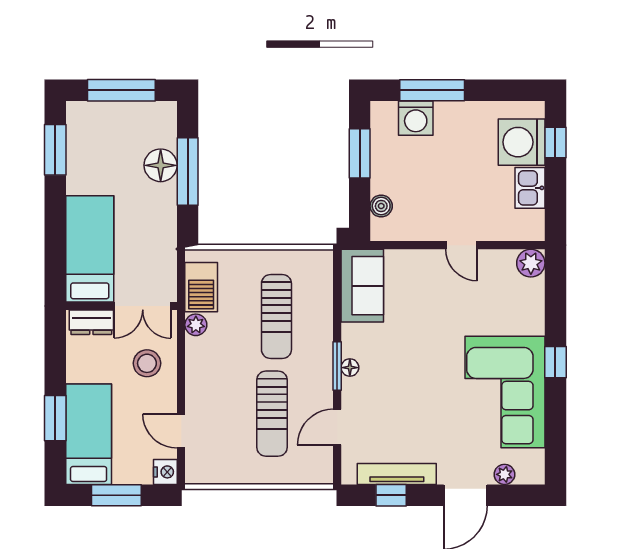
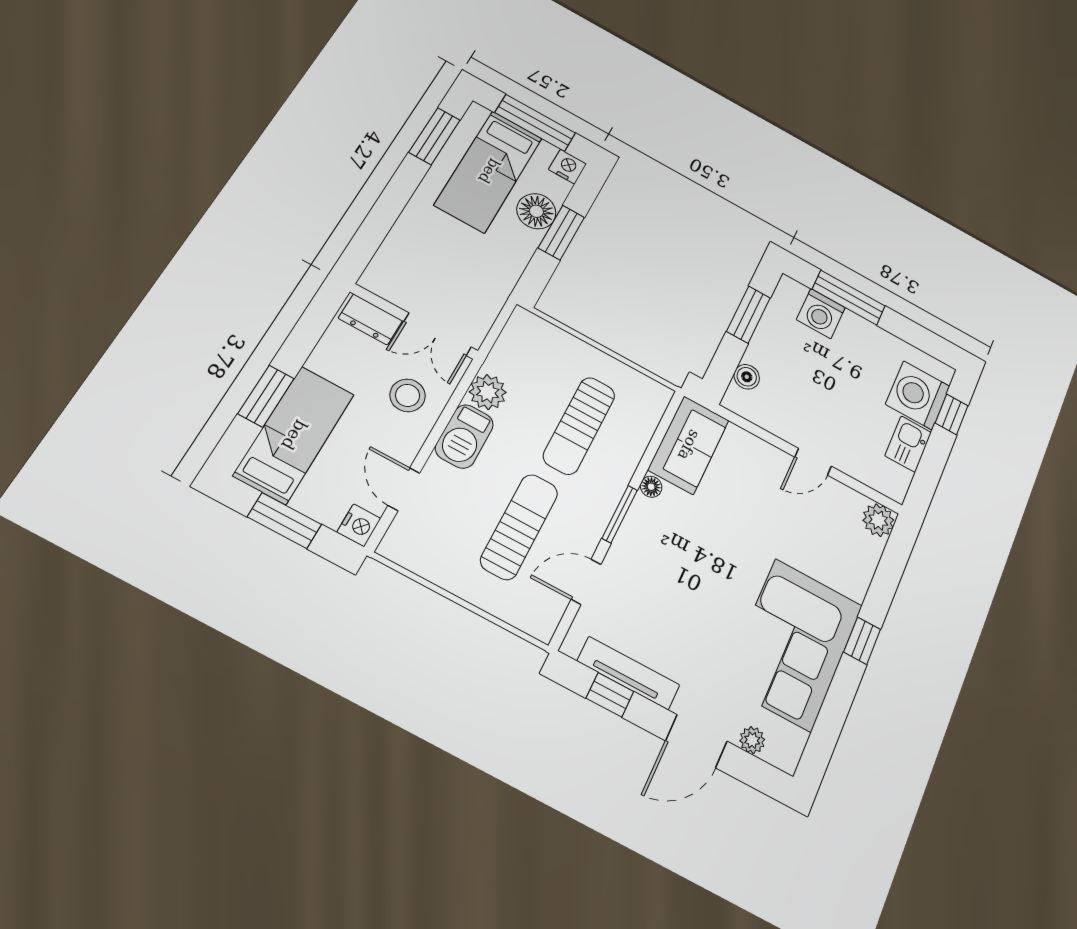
nightstand: (164, 113) -> (568, 167), added
window: (188, 172) -> (561, 233), width x0.69
door: (461, 245) -> (813, 462), hinge flipped
bed: (90, 249) -> (489, 171), moved, turned 180
barbecue: (201, 287) -> (464, 436), moved
plant: (196, 325) -> (488, 392), width x1.38, depth x1.38
floor lamp: (350, 368) -> (651, 487), moved
sun lounger: (272, 414) -> (519, 527), turned 180

